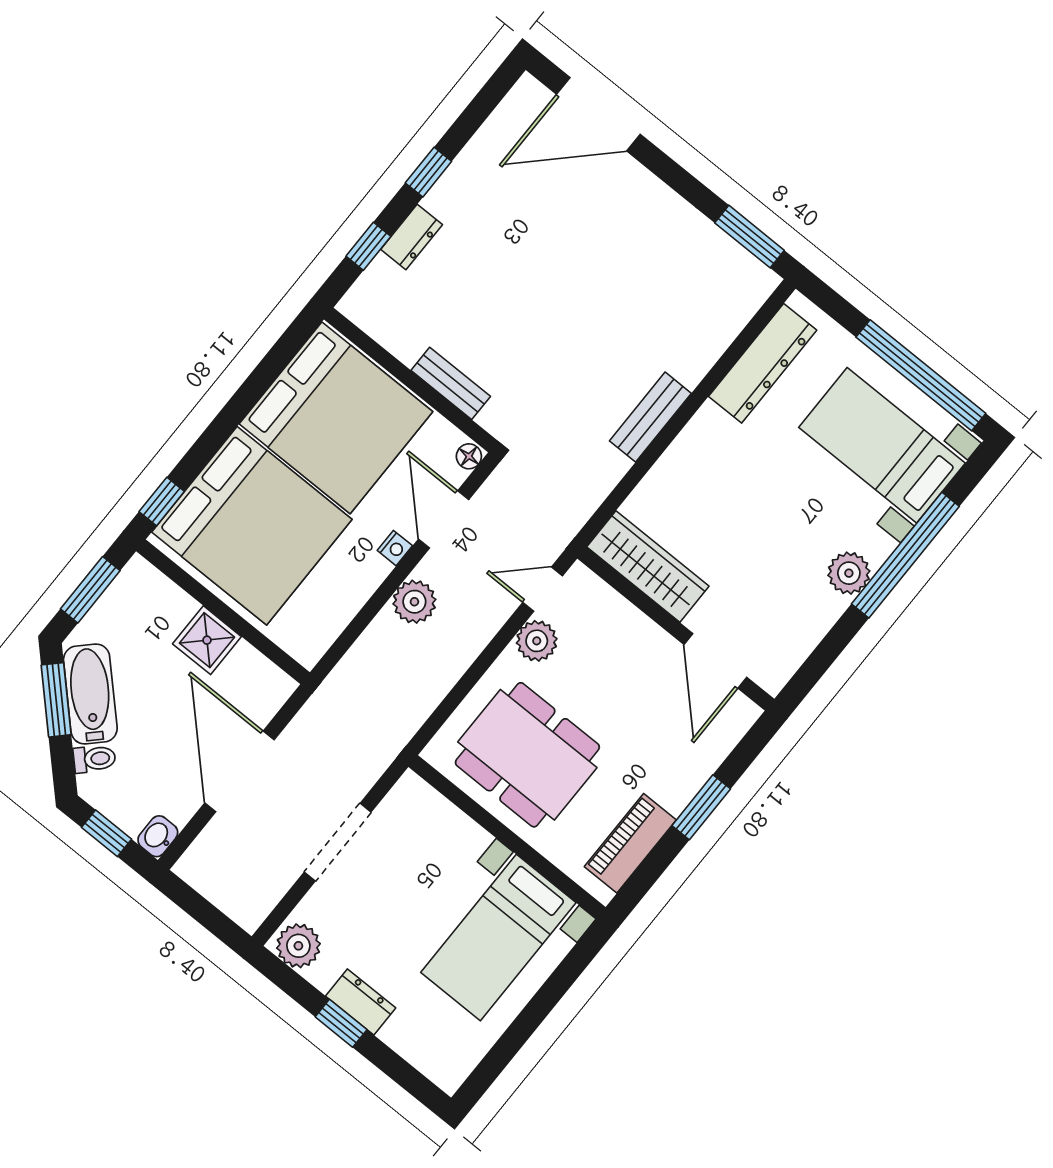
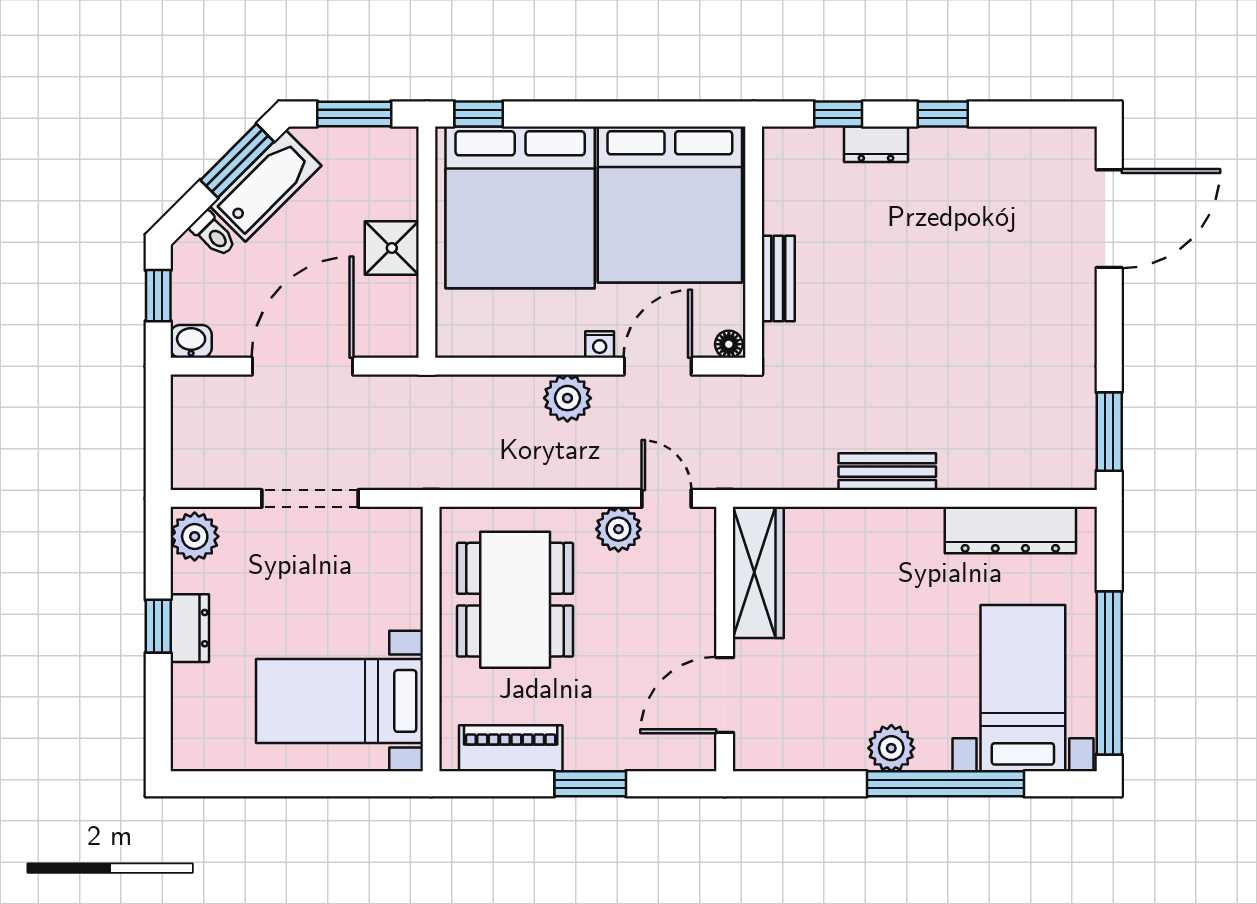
door: (598, 114) -> (1109, 219), swing flipped

